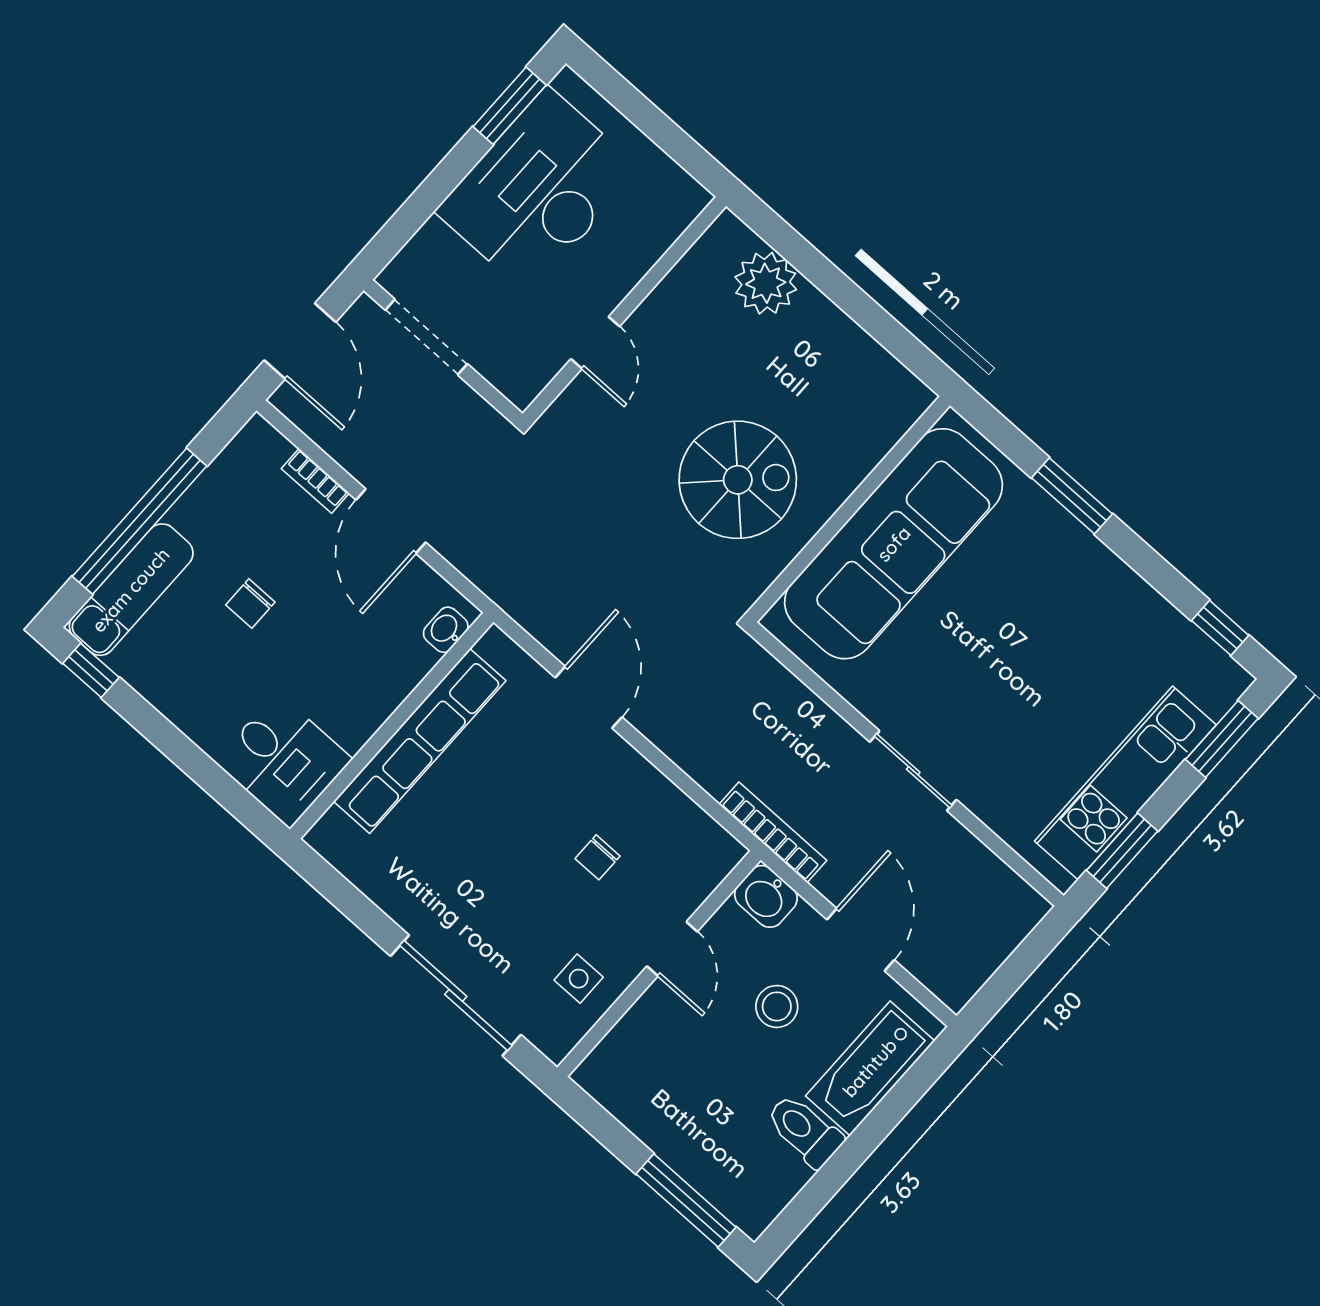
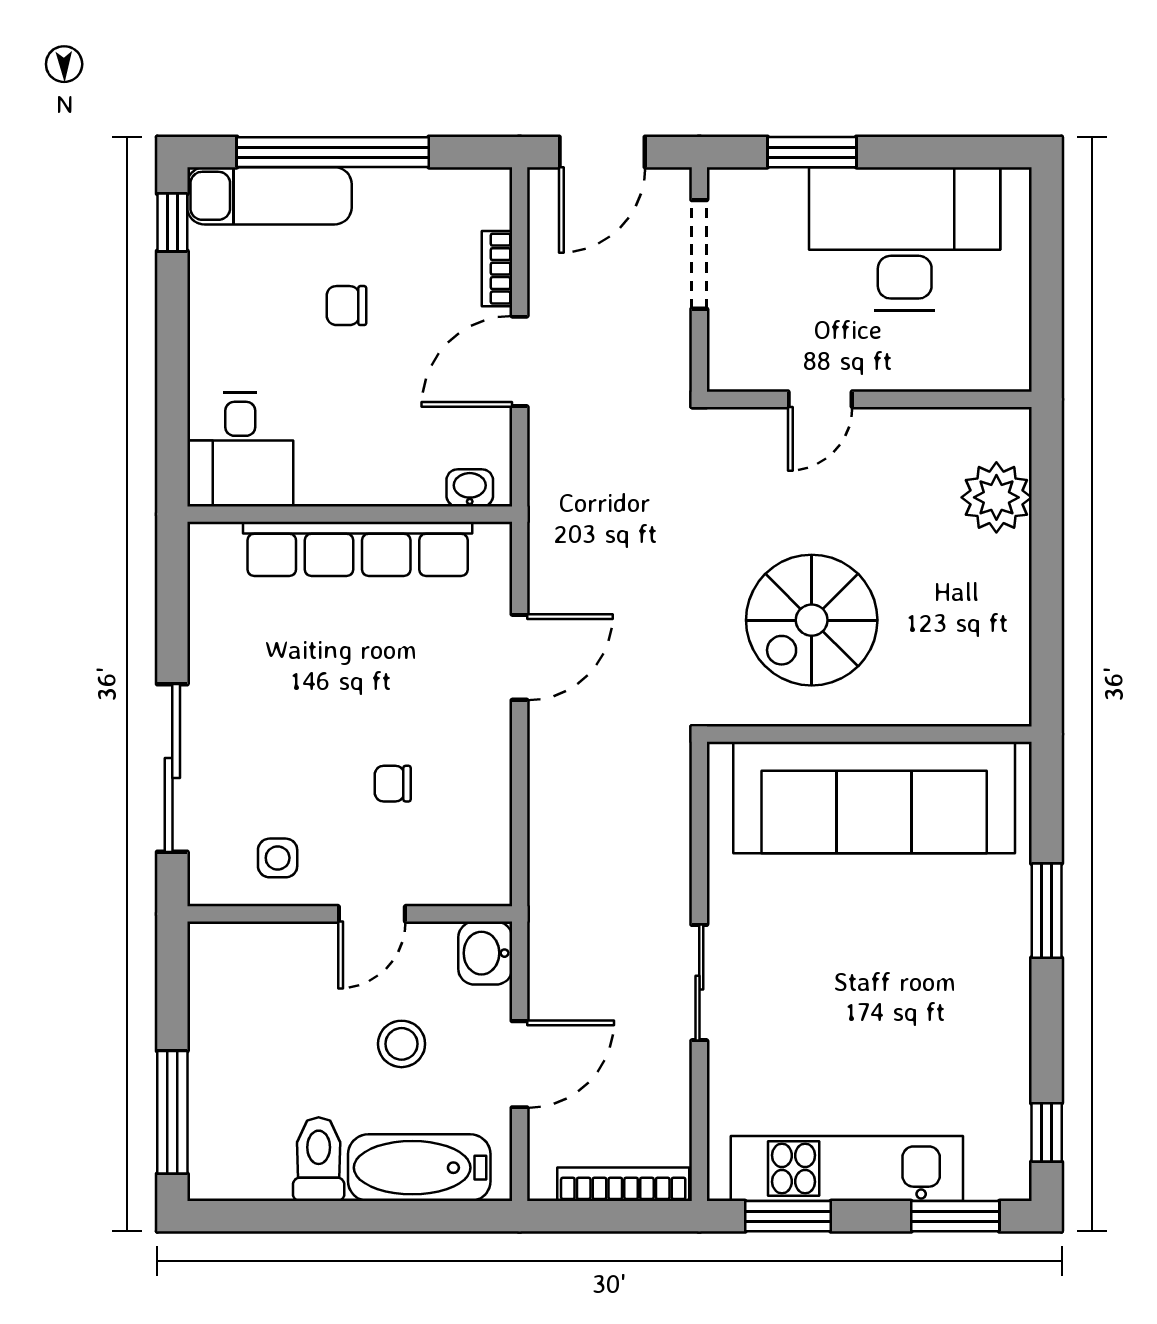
window: (510, 106) -> (812, 152), moved
spiral stairs: (738, 480) -> (812, 620), turned 90
bookcase: (773, 832) -> (623, 1184), moved, turned -90

